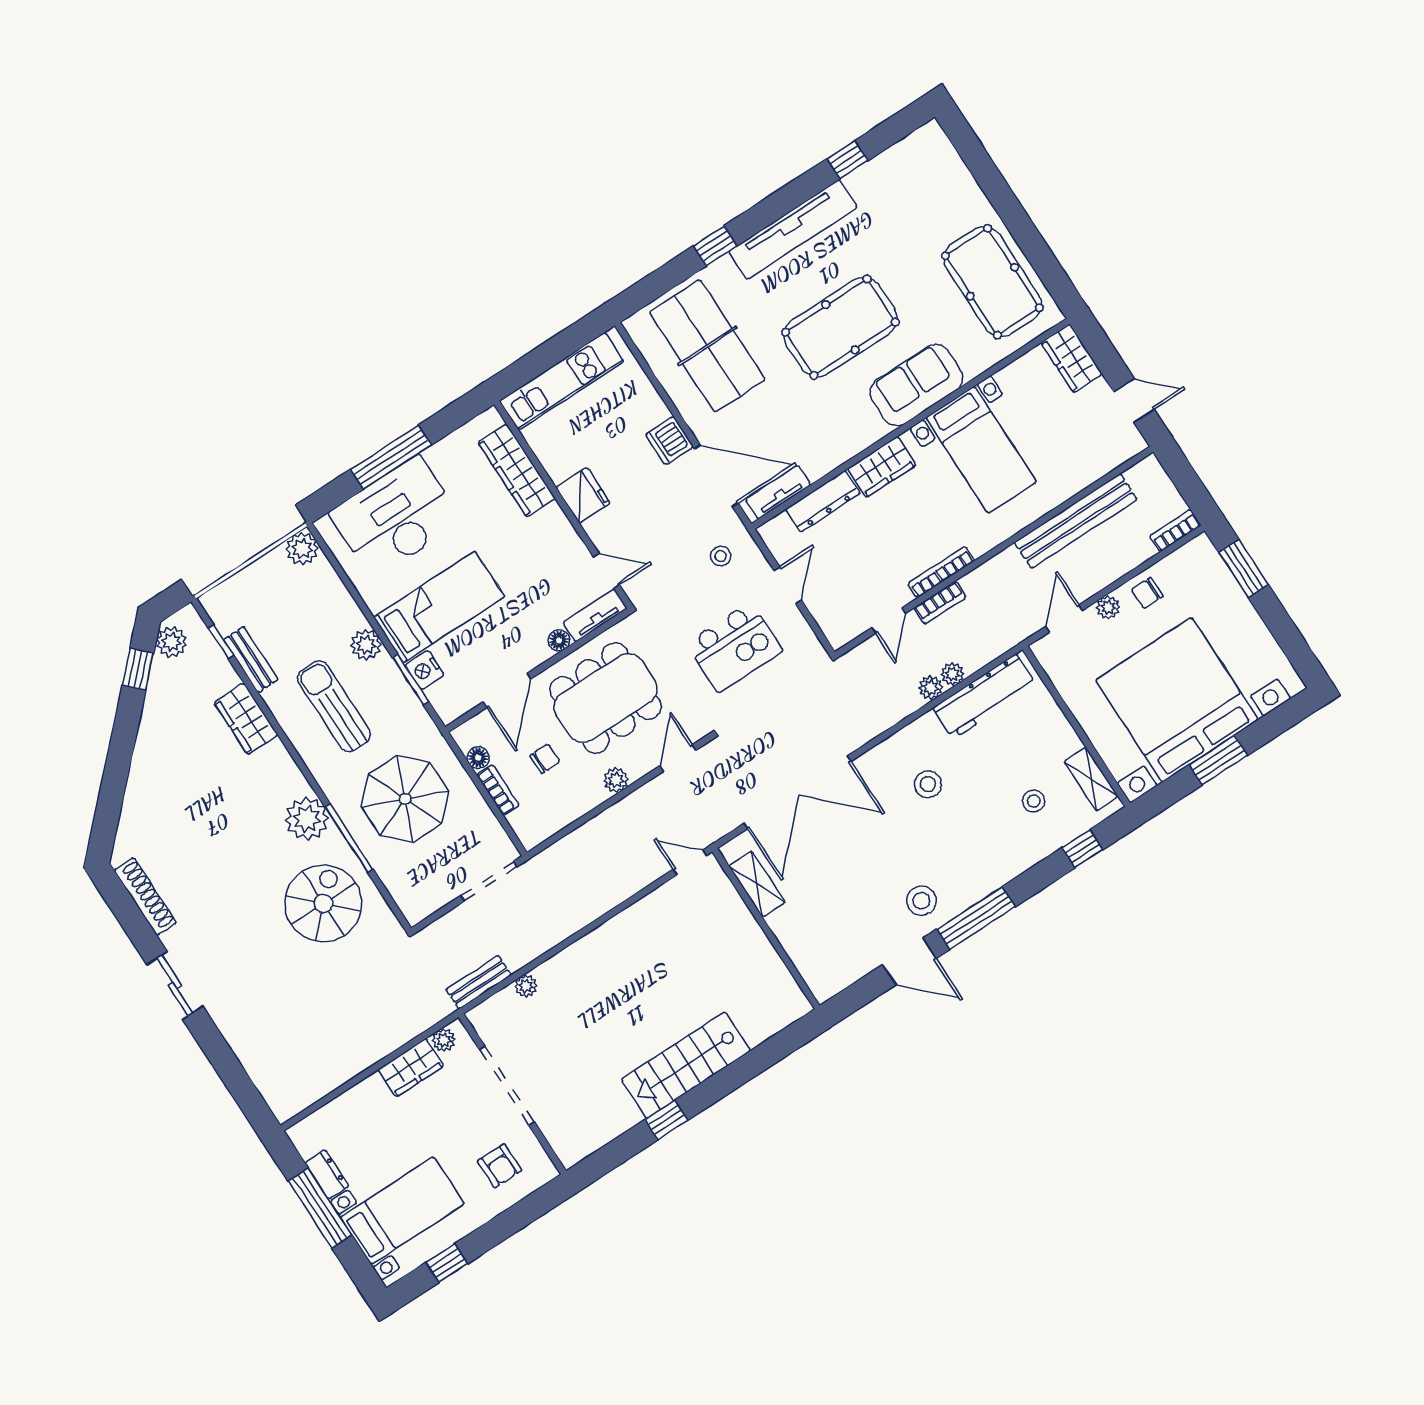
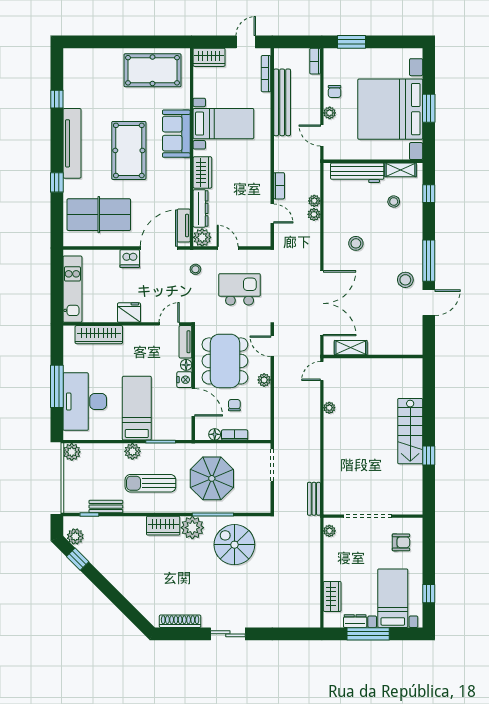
plant: (778, 534) -> (202, 237), added
bookcase: (941, 572) -> (266, 74), moved
kitchen island: (734, 647) -> (240, 289), turned -90
nightstand: (424, 670) -> (184, 380), moved, turned -90
workbench: (985, 696) -> (357, 173), moved, turned 90
wardrobe: (246, 719) -> (163, 526), moved
plant: (526, 986) -> (329, 408), moved
wardrobe: (411, 1068) -> (332, 596), moved

